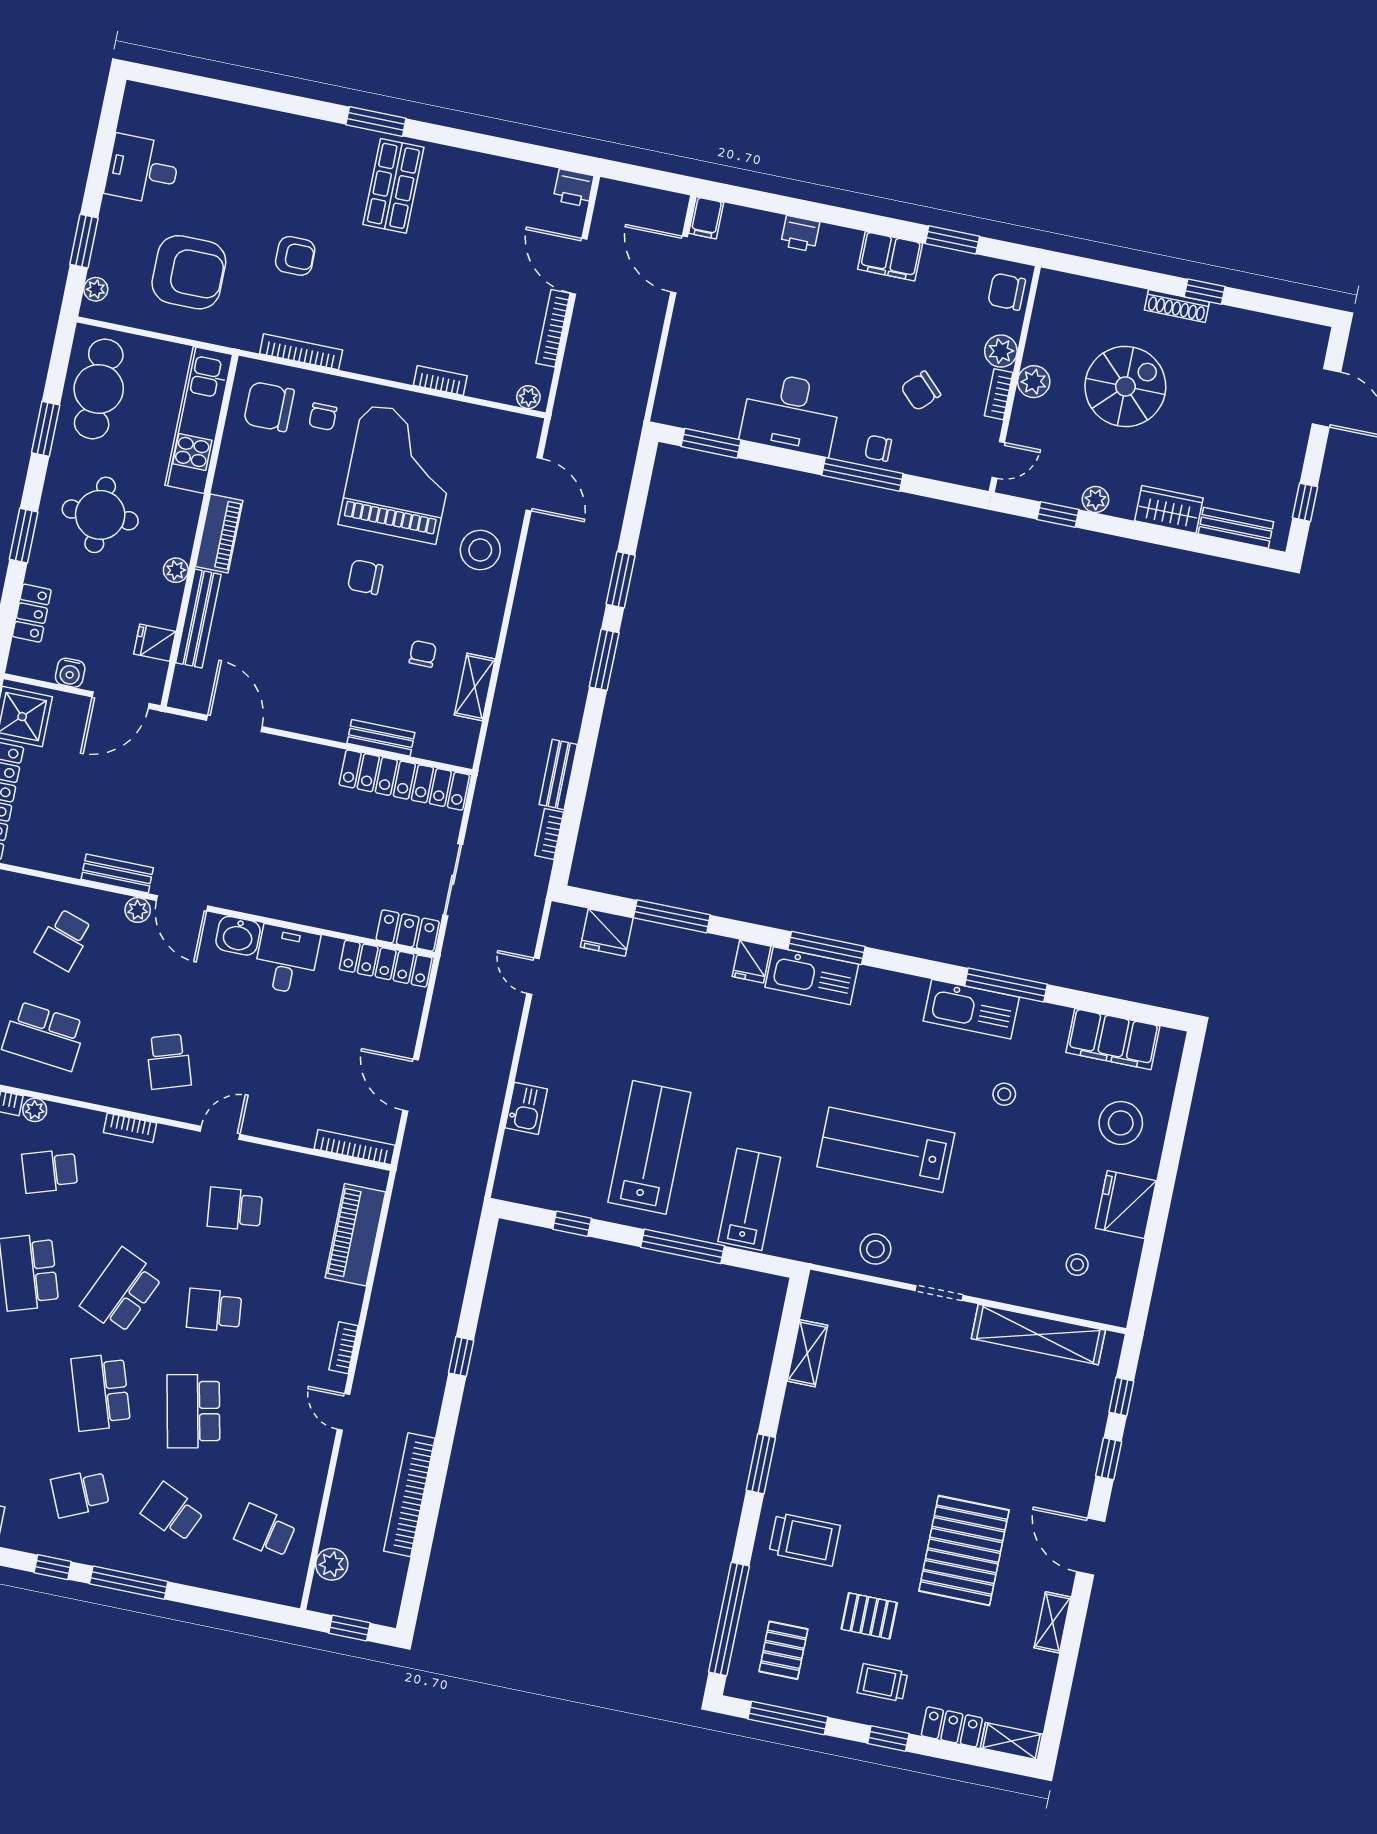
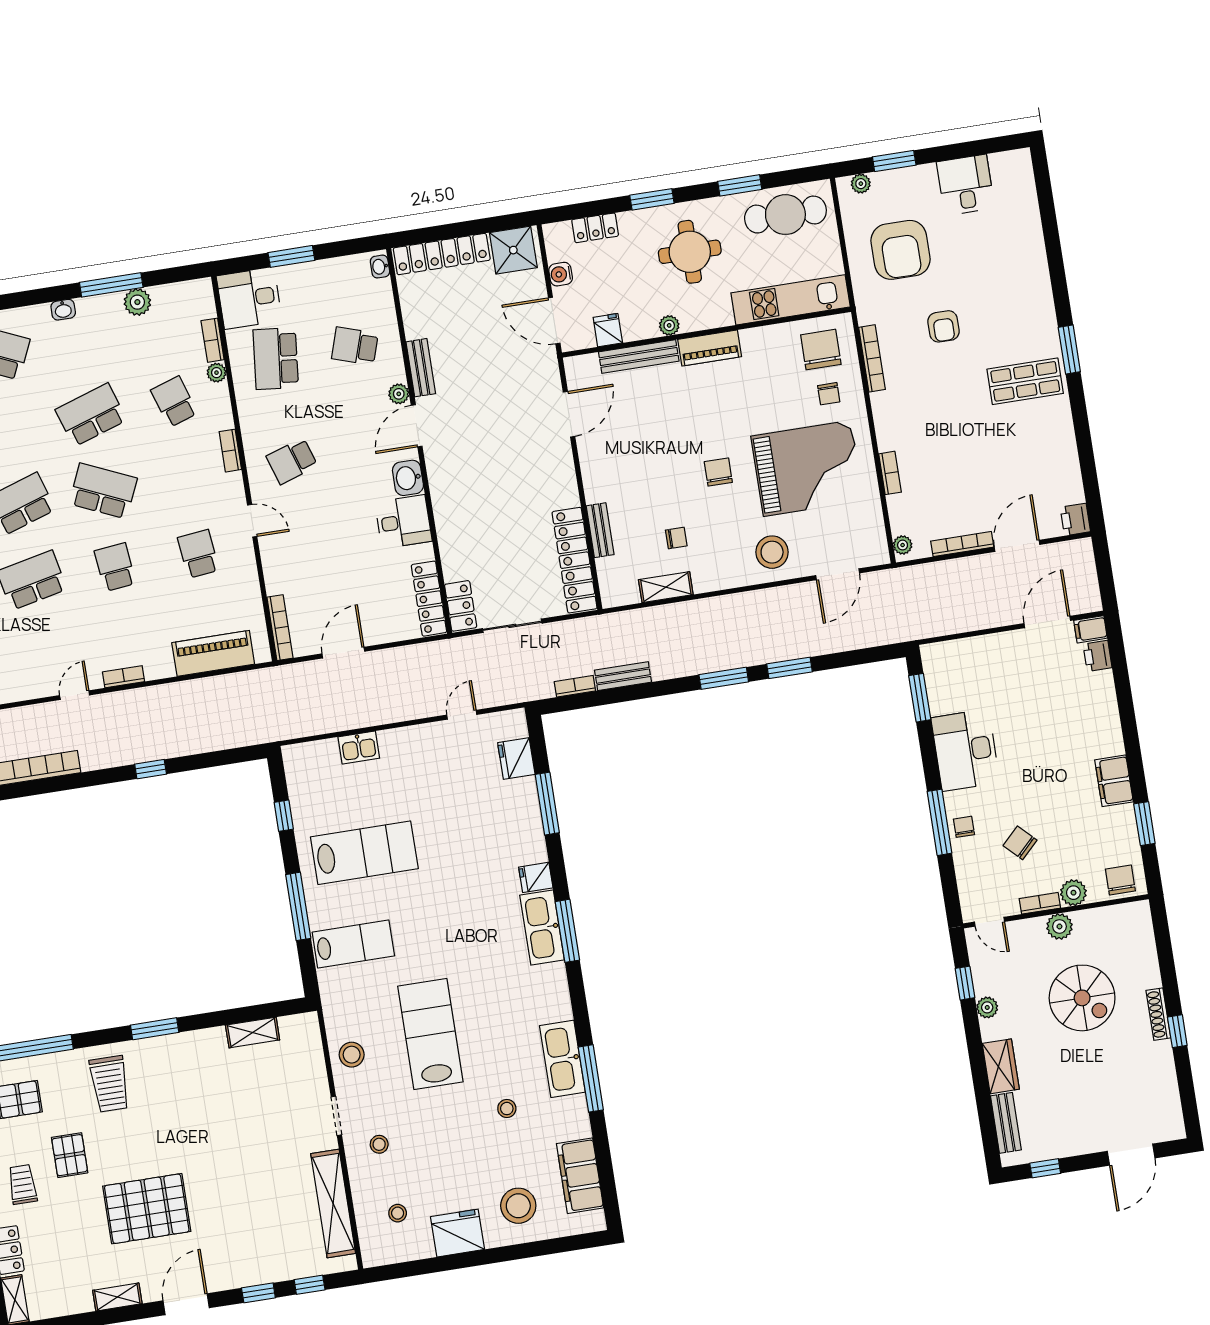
printer: (800, 234) -> (1098, 656), moved
chair: (323, 417) -> (829, 394), turned -90
stool: (990, 1256) -> (379, 1144), added

